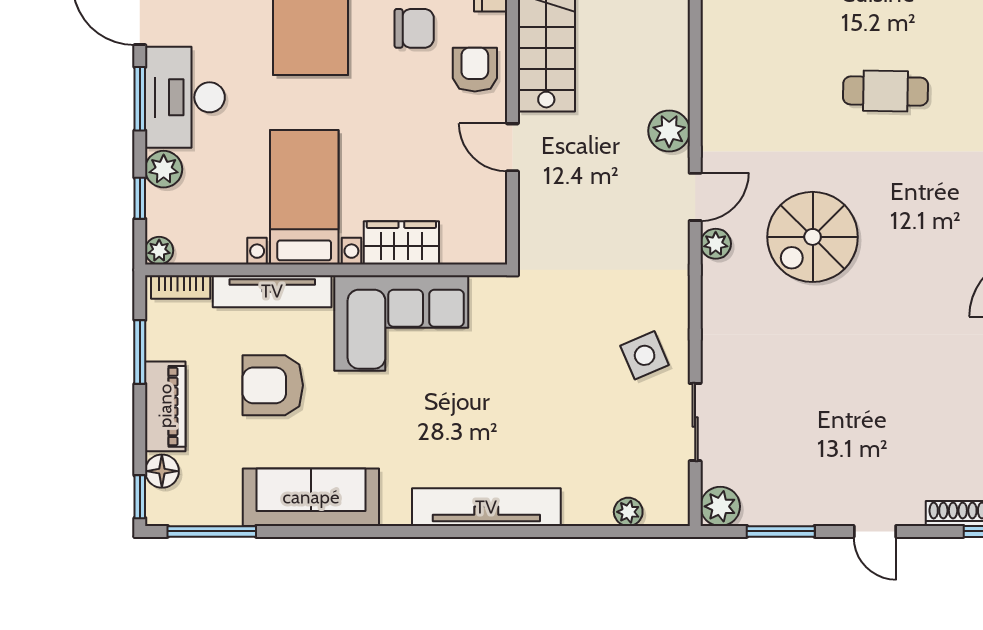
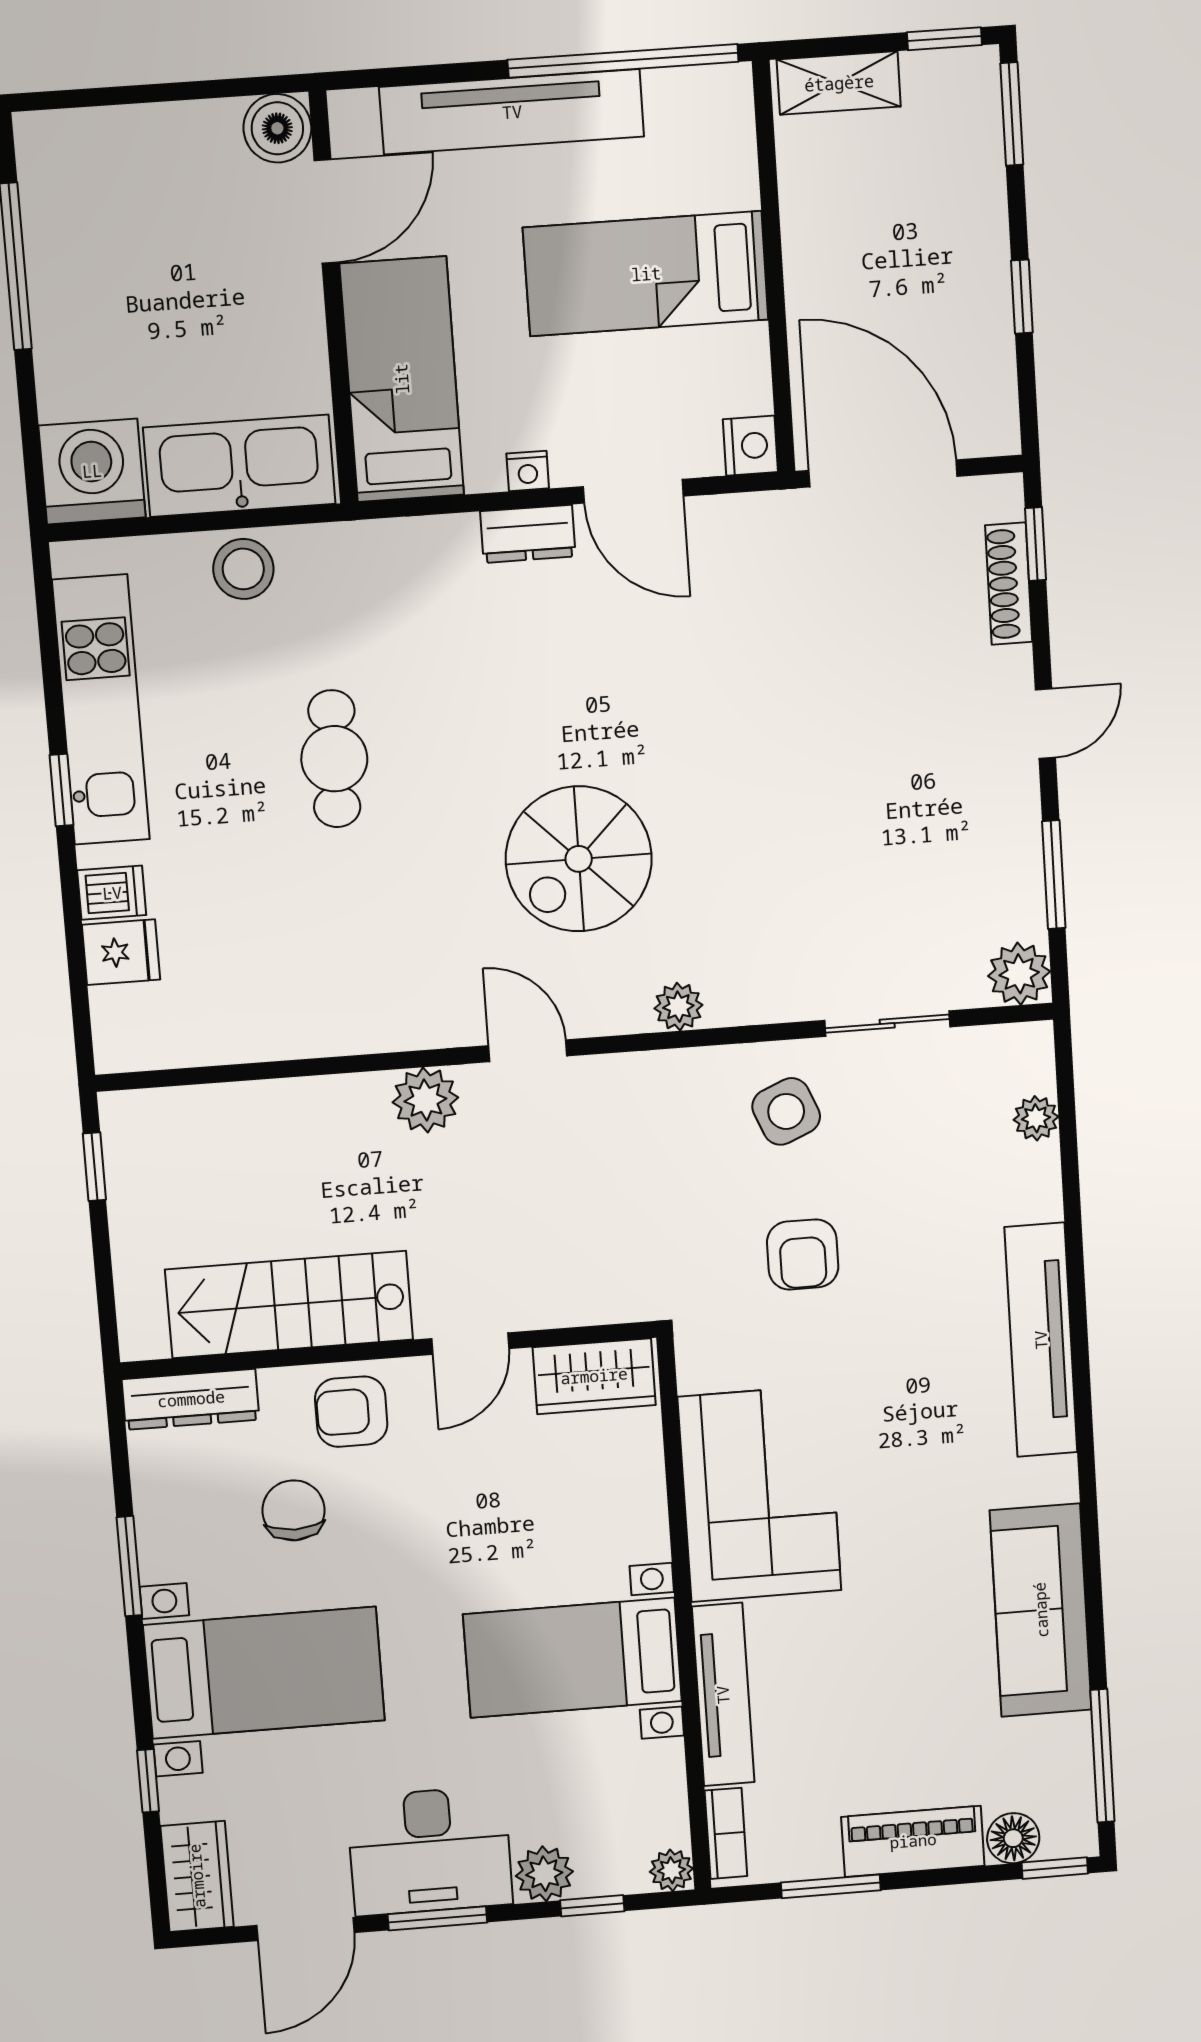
spiral stairs: (813, 237) -> (579, 859), turned 90
wardrobe: (401, 243) -> (594, 1376), moved, turned -90
plant: (716, 244) -> (678, 1007), moved
armchair: (273, 385) -> (803, 1254), moved, width x0.72, depth x0.72

